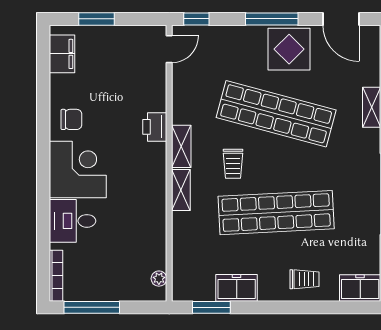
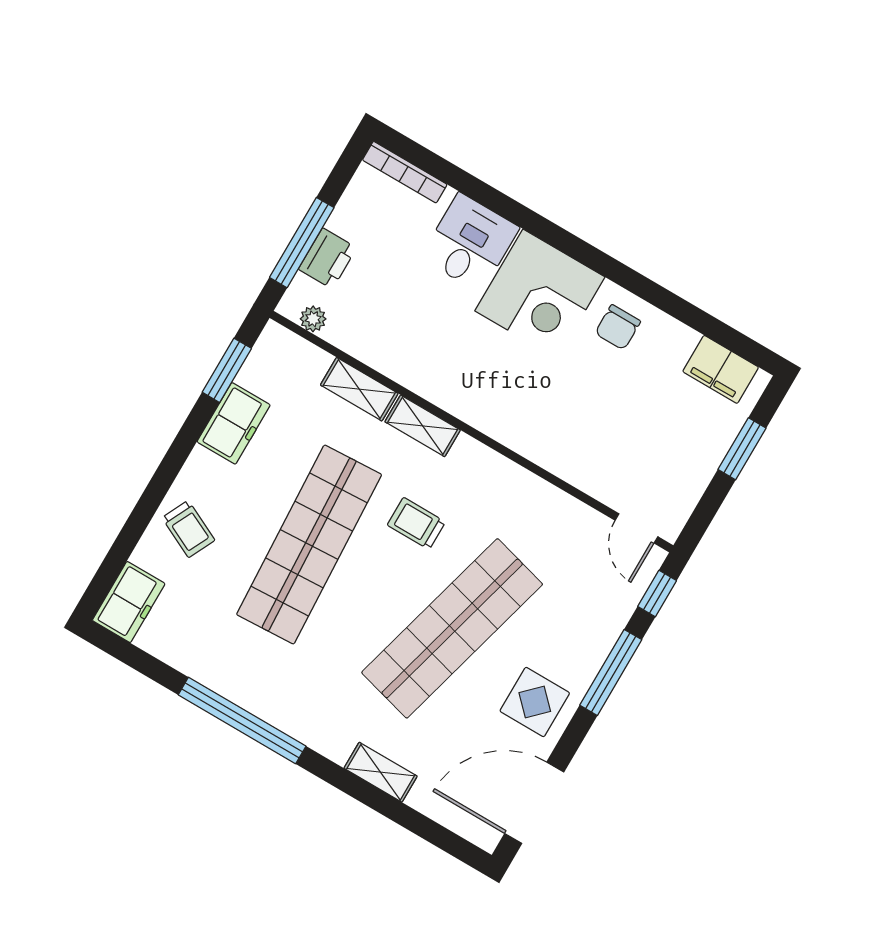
window: (272, 19) -> (611, 672), moved
door: (341, 19) -> (534, 803), width x1.36
display table: (289, 49) -> (535, 702), width x0.73, depth x0.73
printer: (155, 127) -> (327, 258), moved, turned 90
shelving: (181, 146) -> (359, 389), moved
trolley: (304, 279) -> (188, 529), turned -64
window: (92, 307) -> (302, 243), moved

